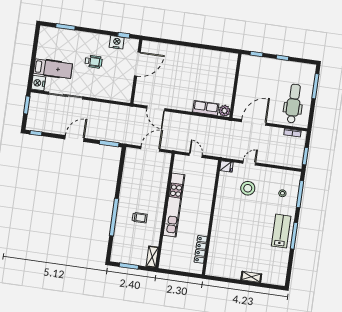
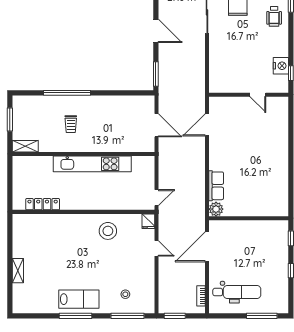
wheelchair: (94, 62) -> (274, 16), moved
door: (137, 64) -> (258, 95), width x0.53
door: (254, 122) -> (207, 247), swing flipped
door: (196, 155) -> (157, 198), moved
stool: (248, 188) -> (108, 231), moved

